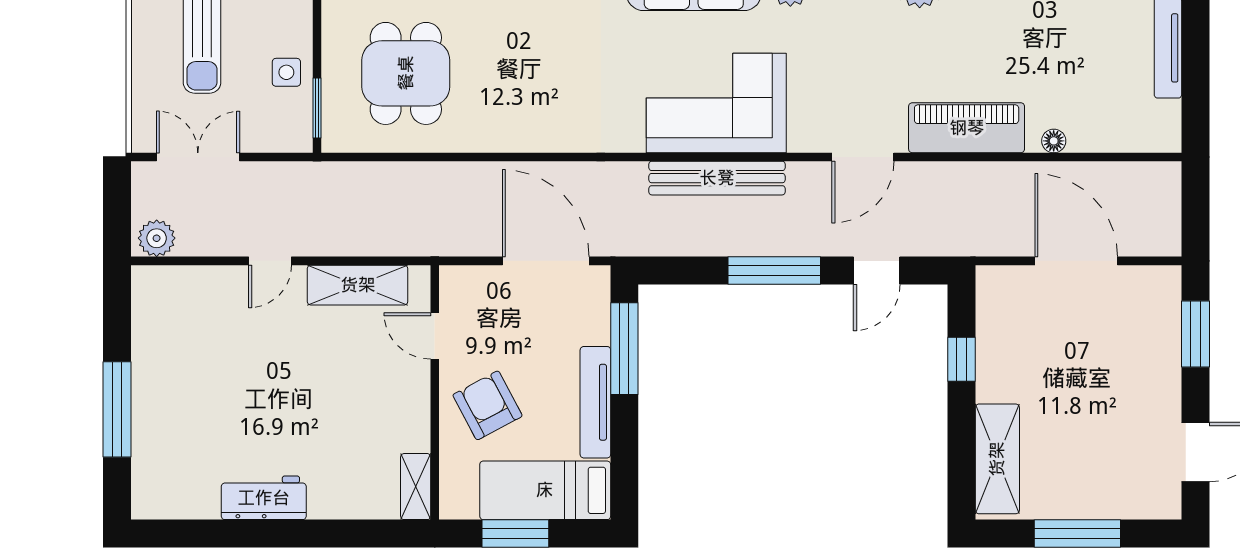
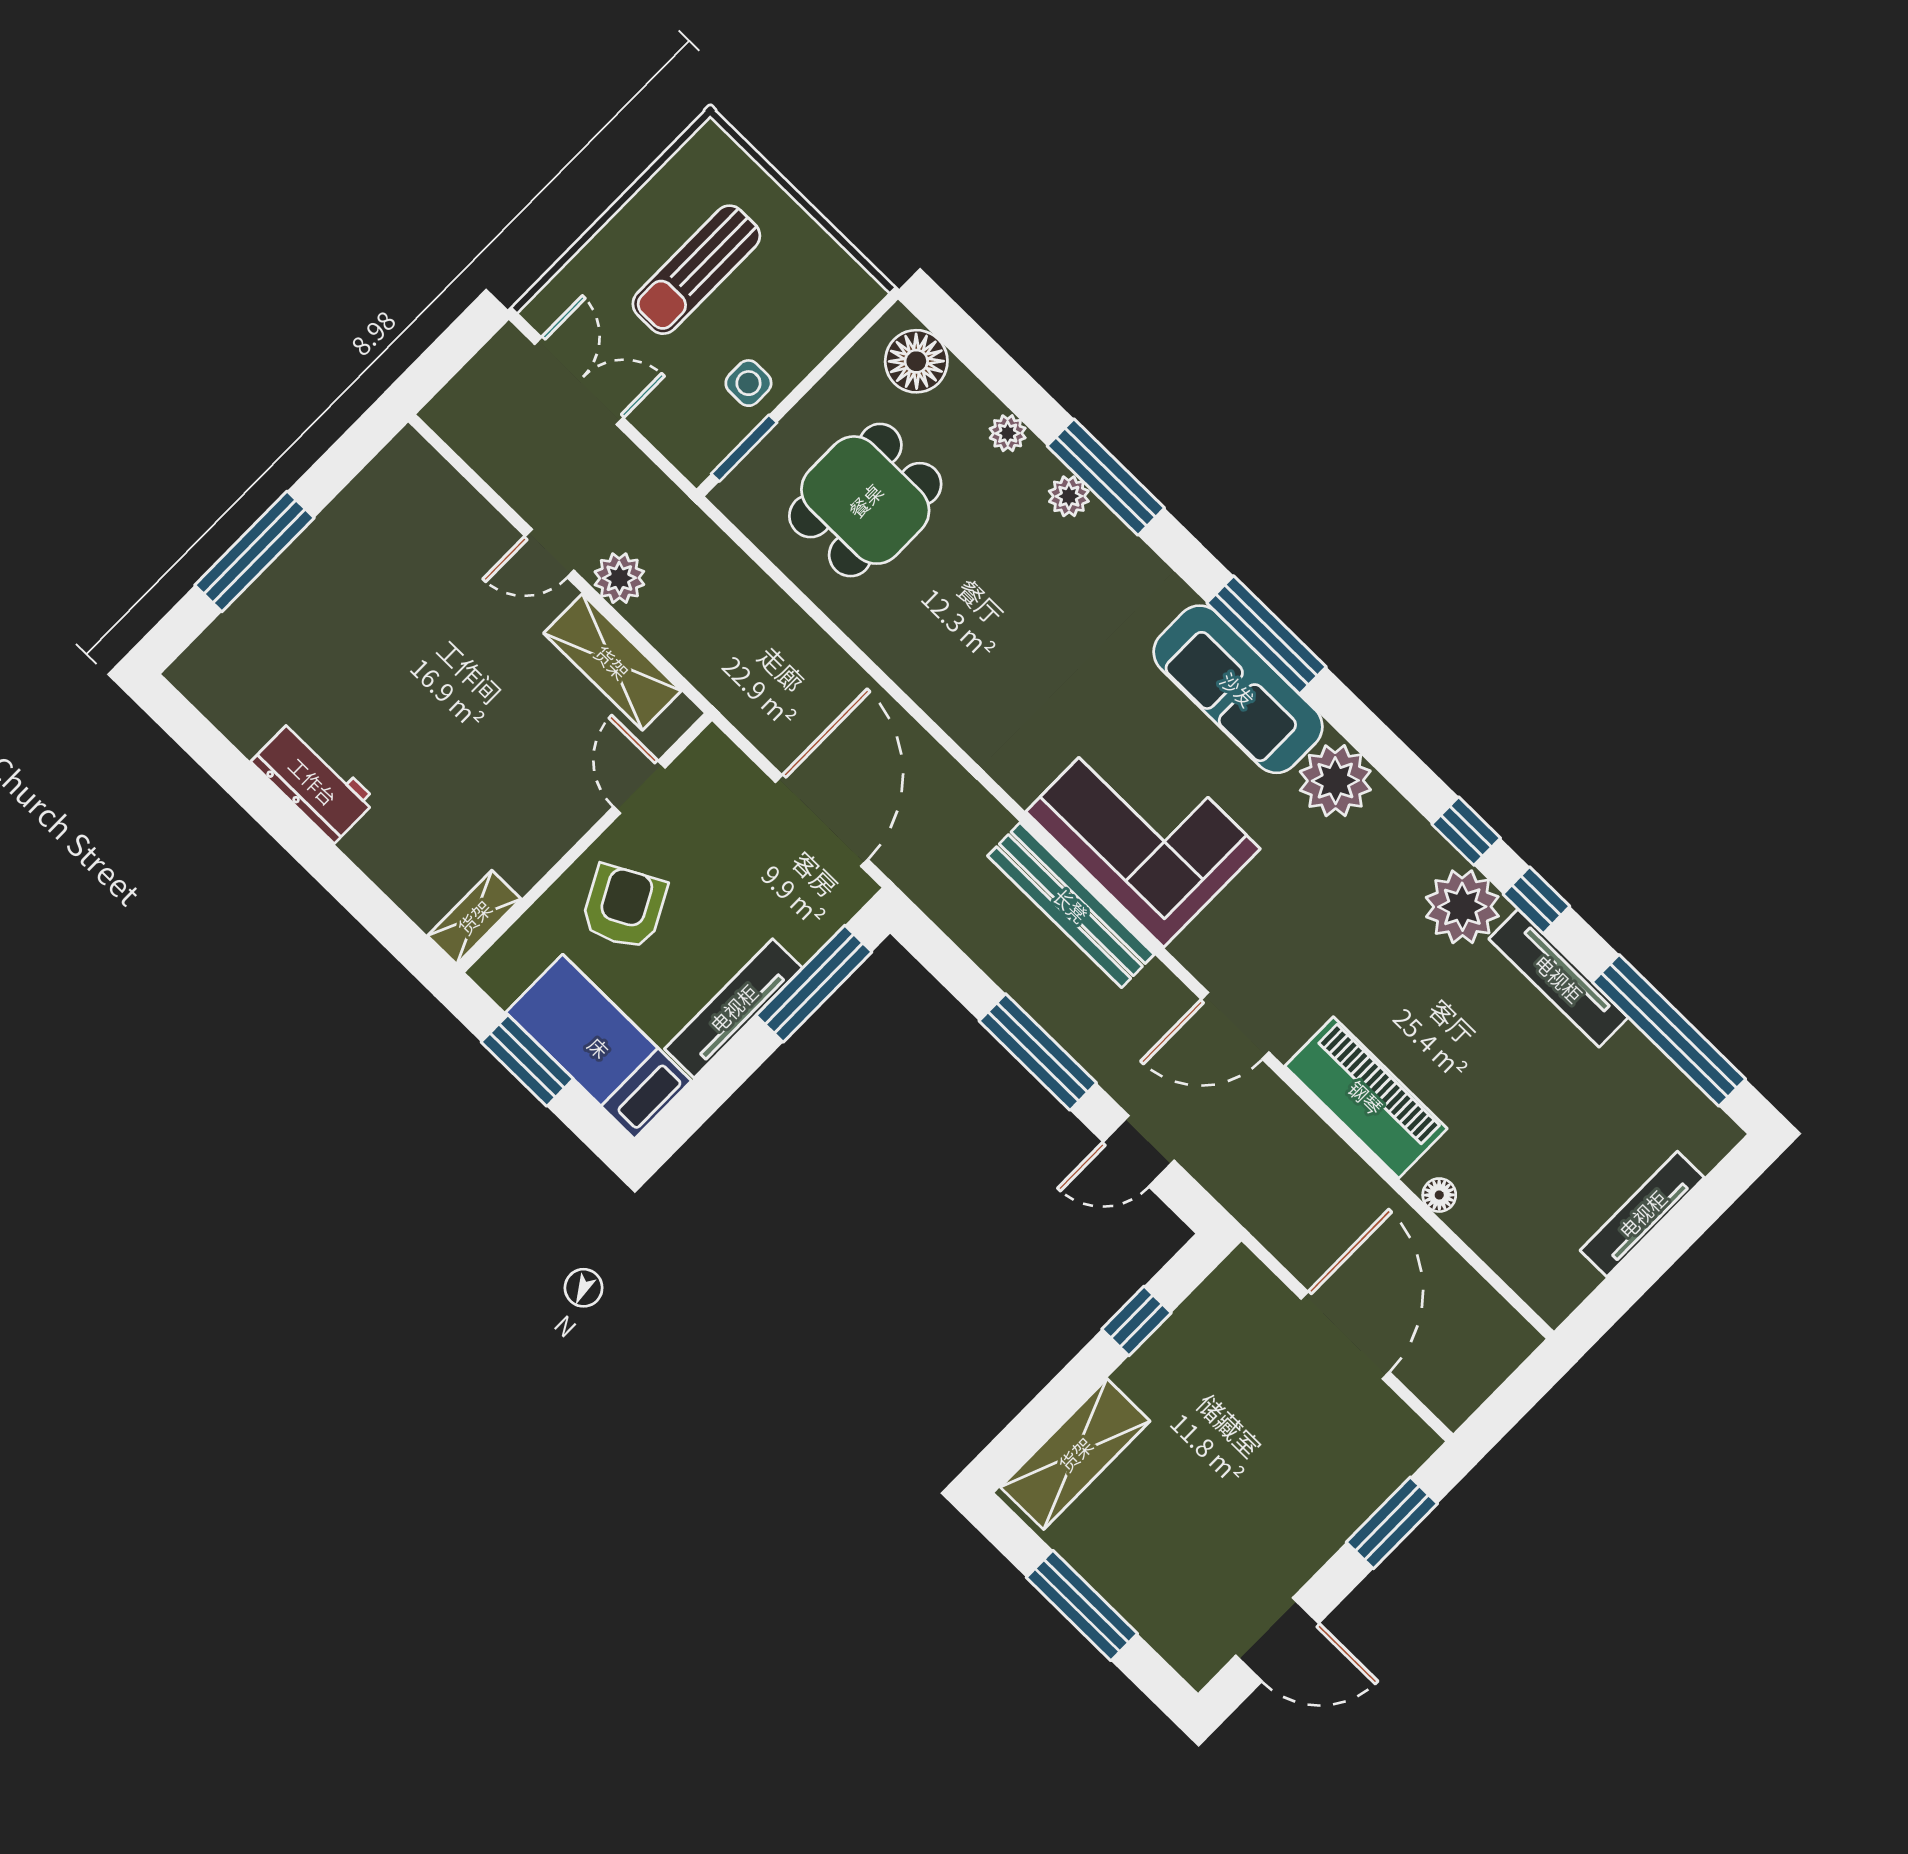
plant: (157, 238) -> (619, 578), moved

